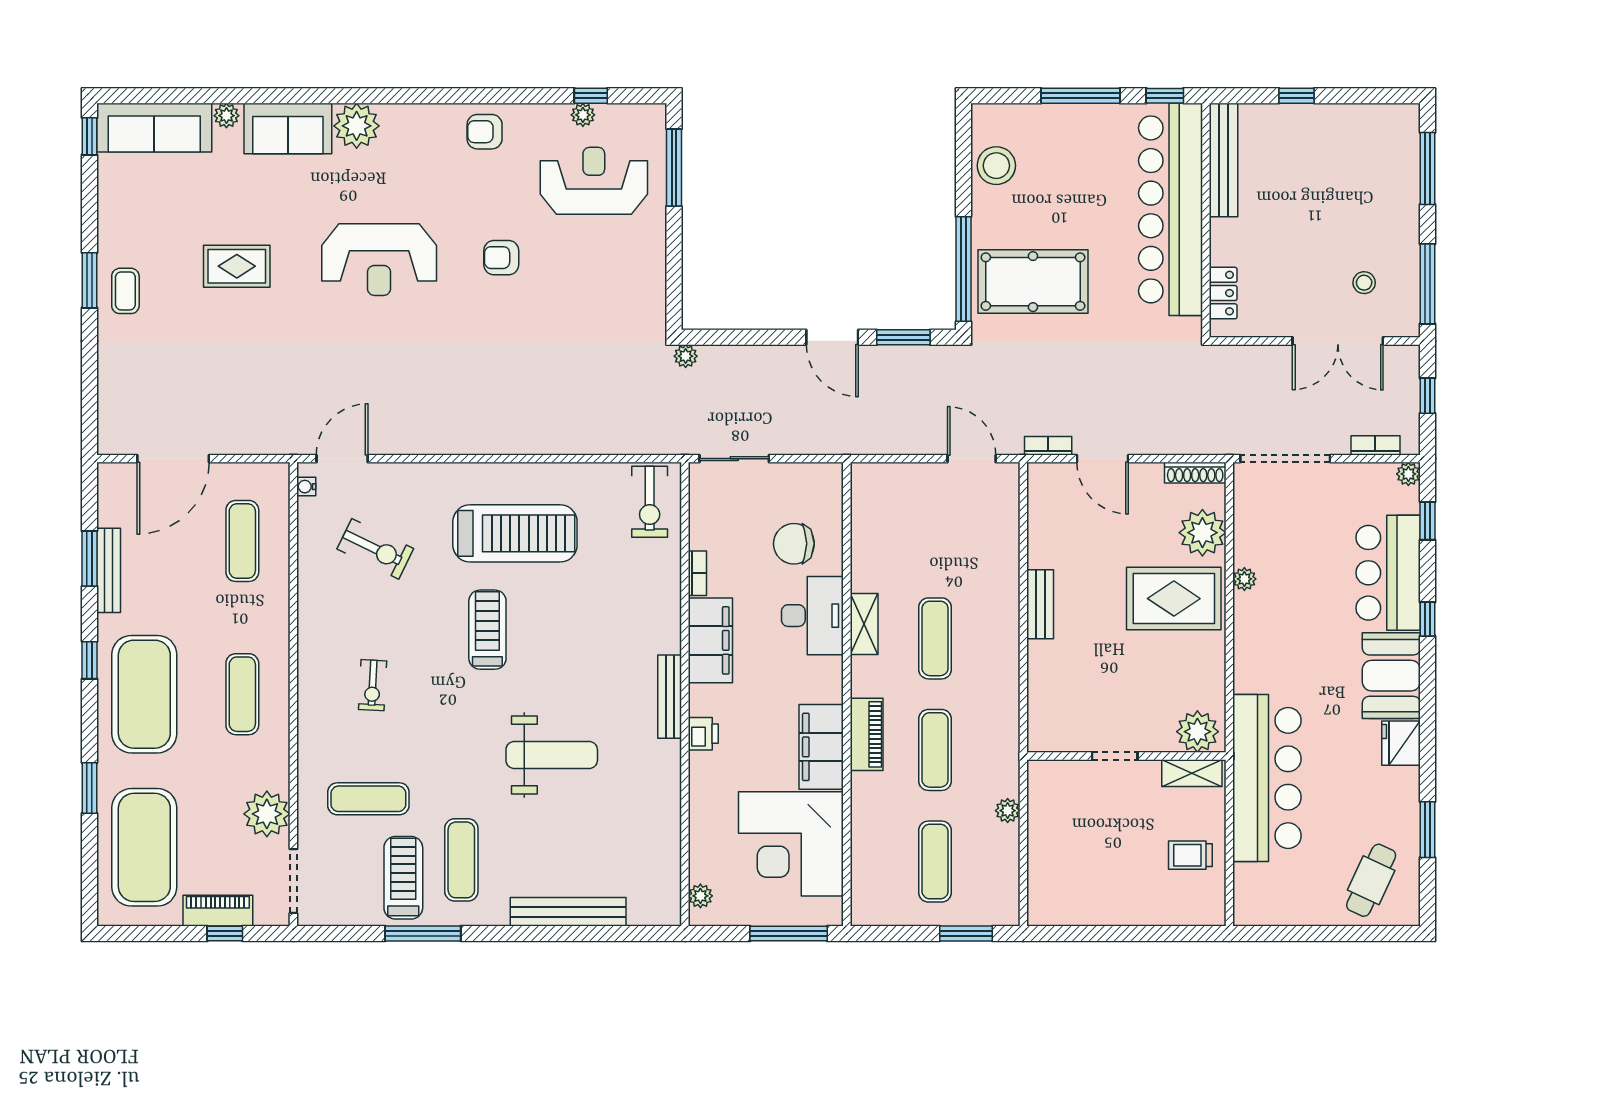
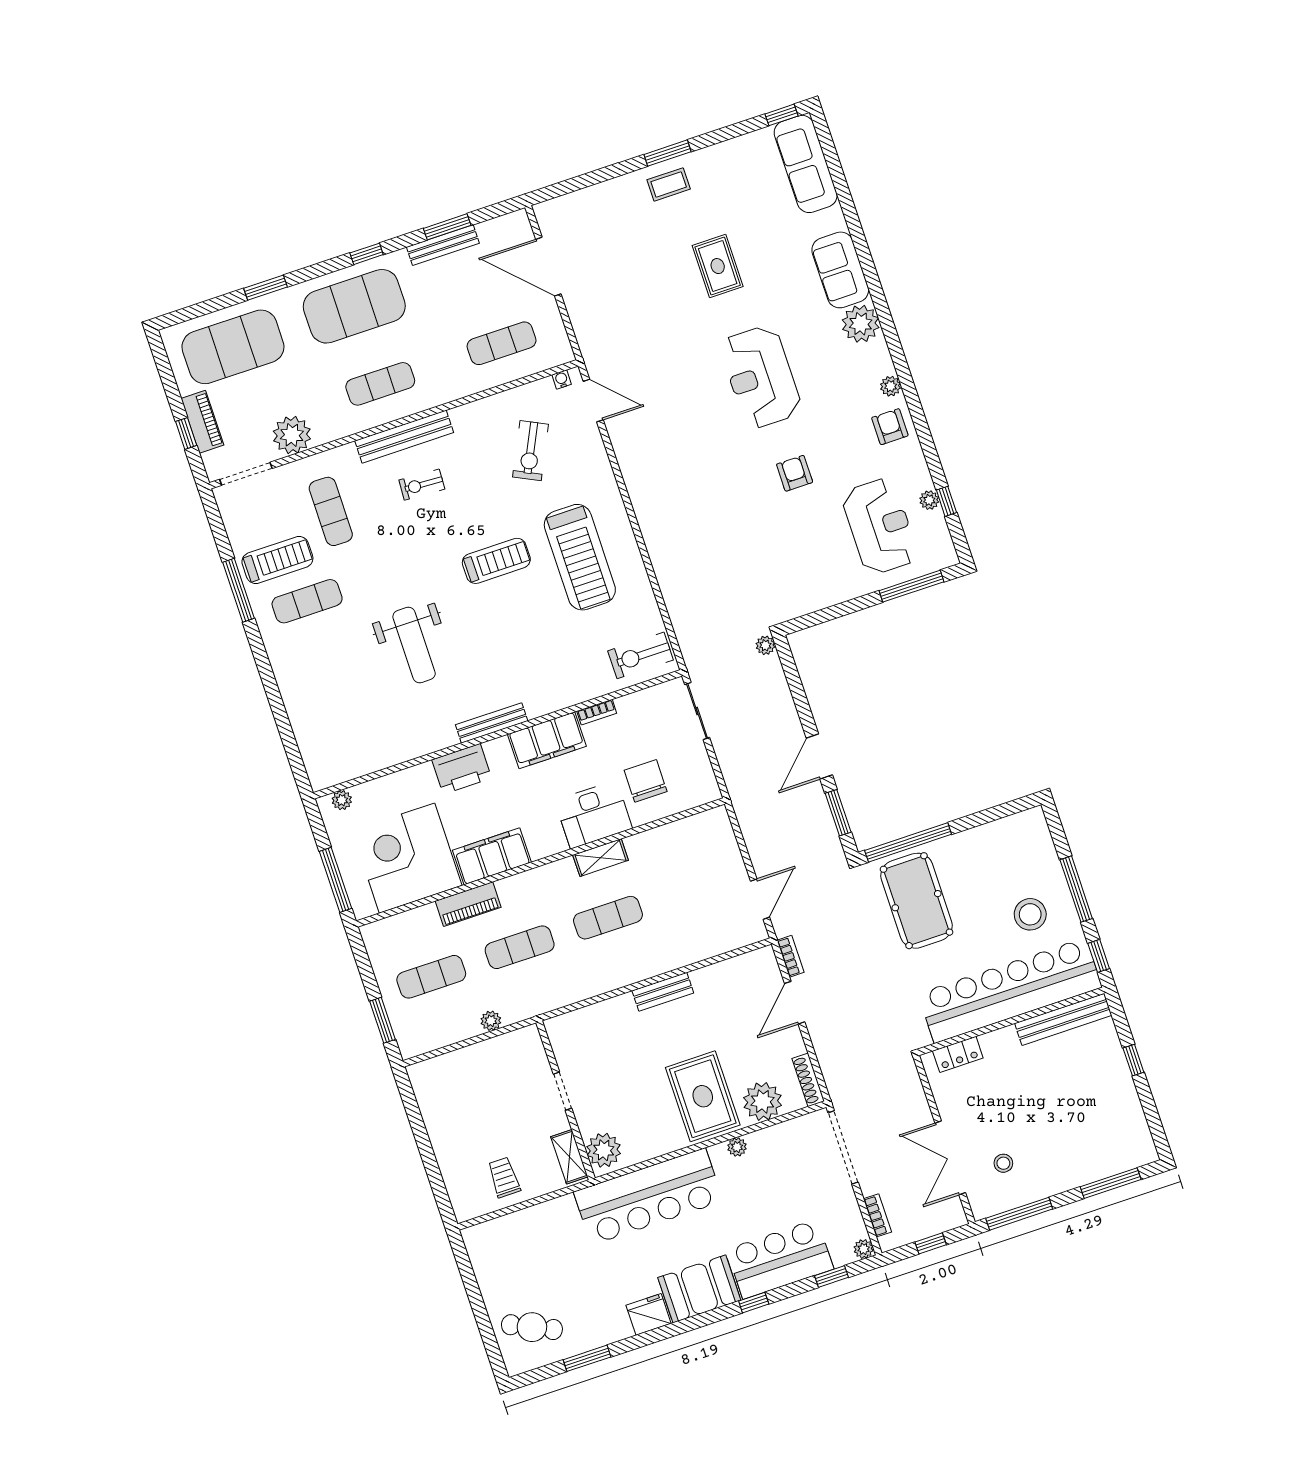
plant: (226, 116) -> (891, 386), moved
stool: (996, 166) -> (1030, 914), moved
printer: (703, 734) -> (462, 769), width x1.87, depth x1.48
piano: (867, 734) -> (468, 904), moved
bar counter: (1267, 778) -> (648, 1196), moved
bench: (568, 912) -> (404, 437), moved, turned 90

